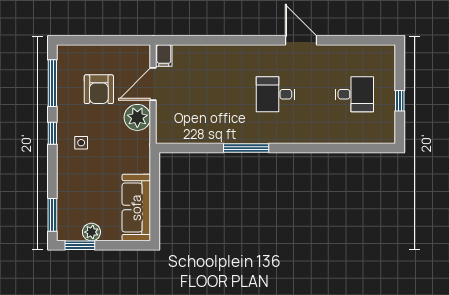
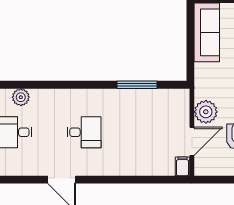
plant: (347, 134) -> (21, 97), added
window: (246, 148) -> (137, 85), moved

